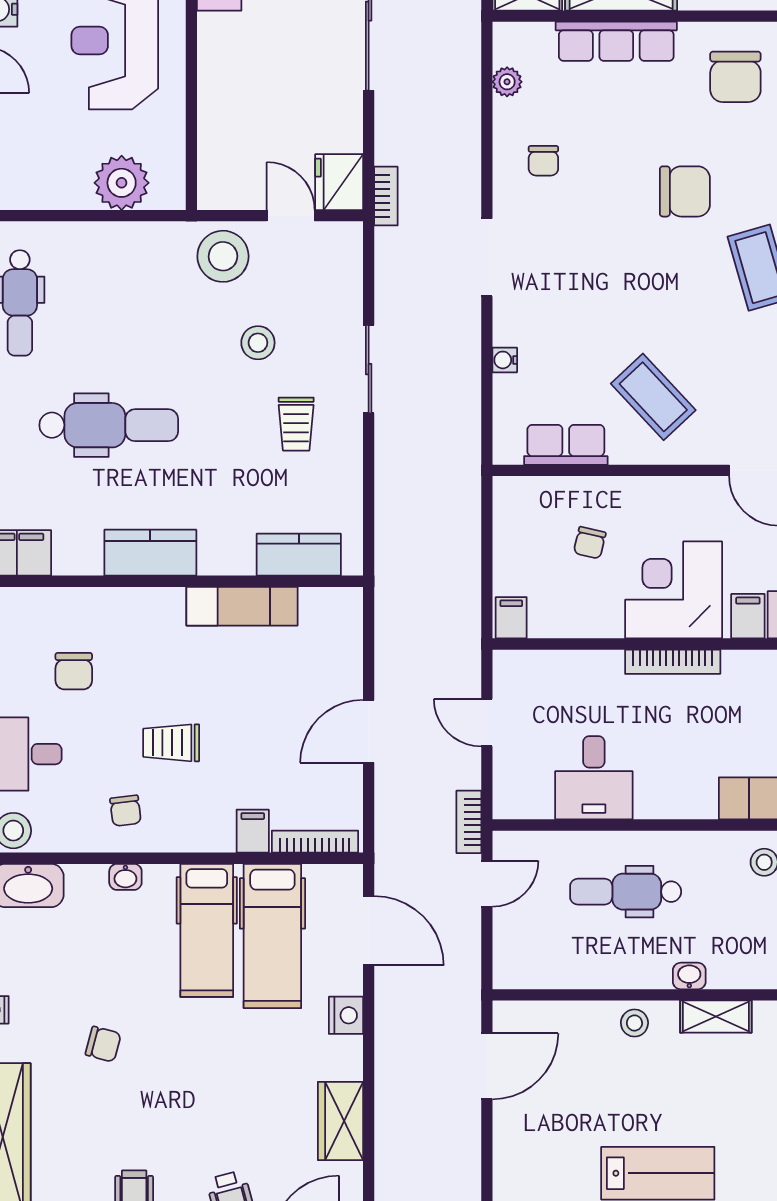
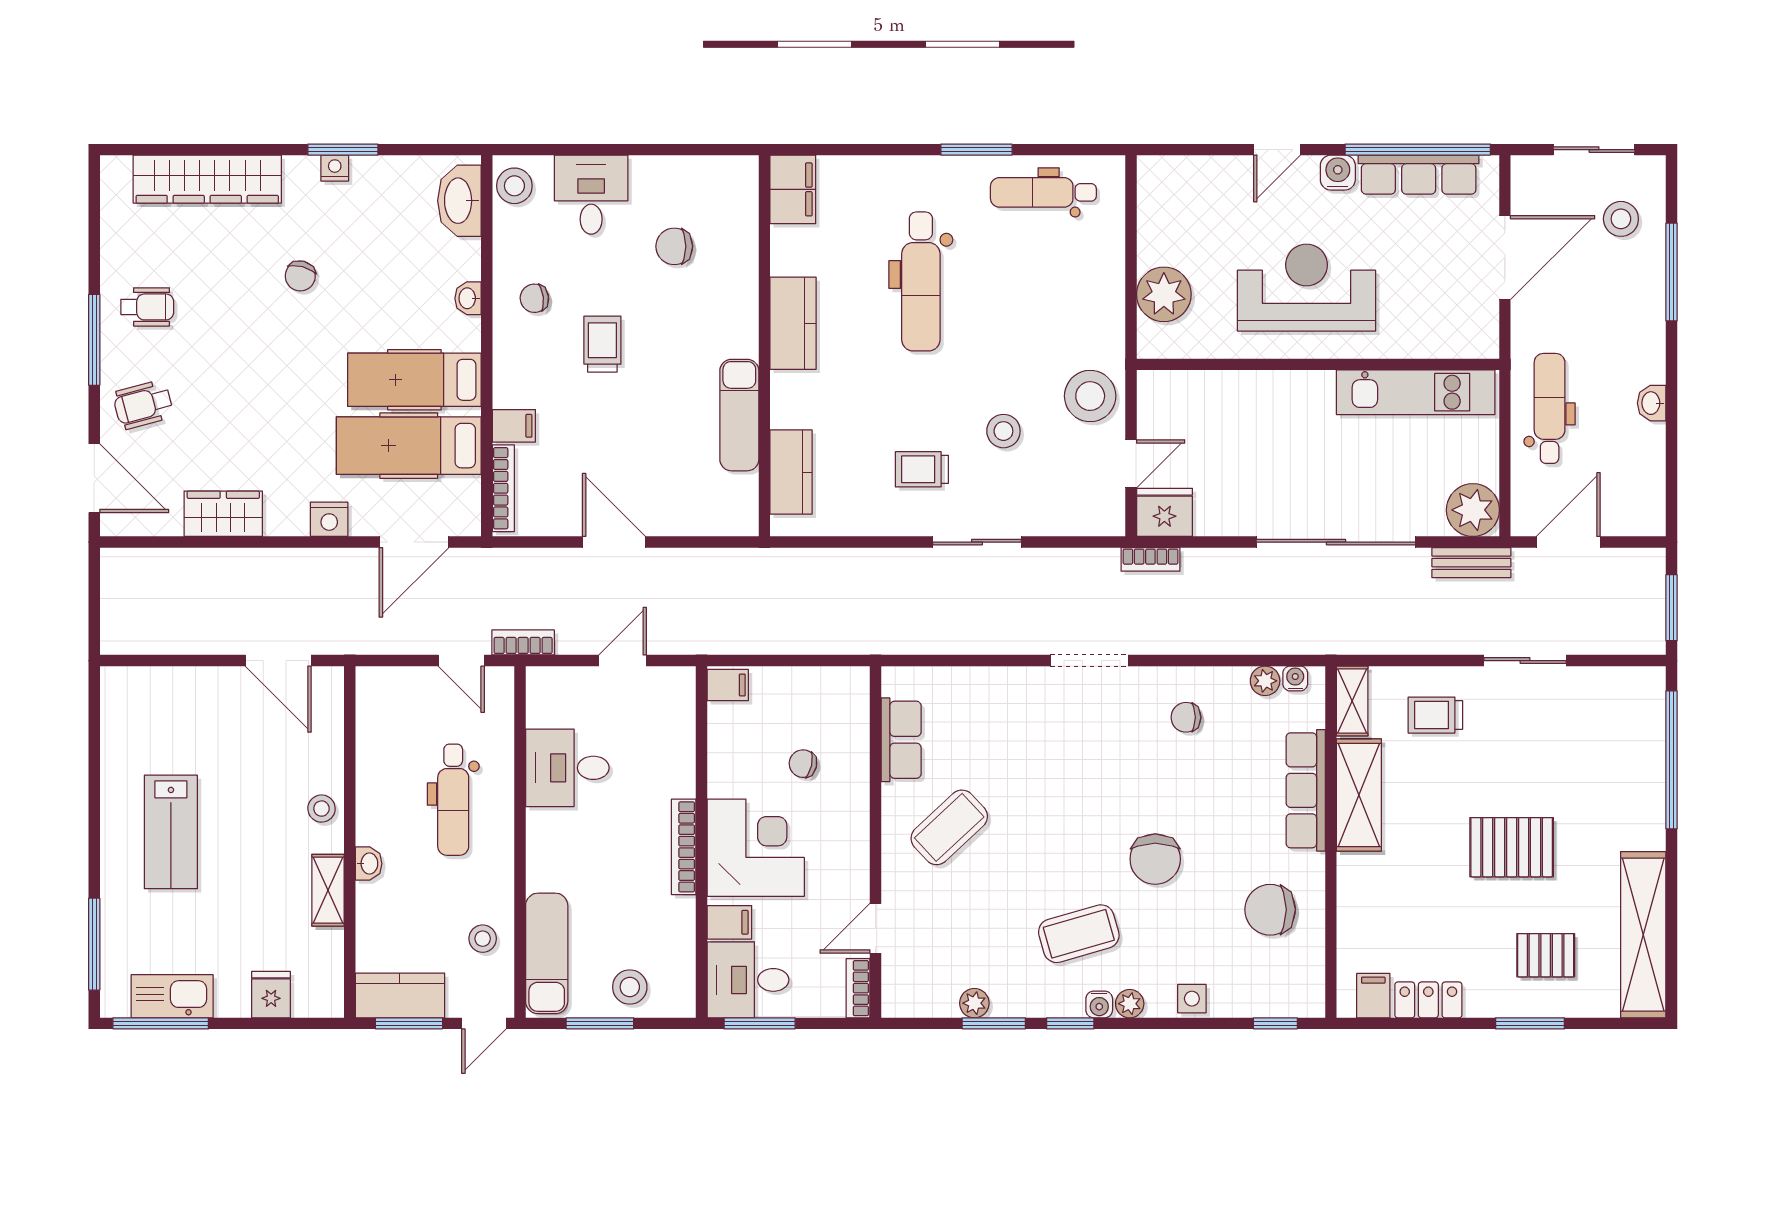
water cooler: (505, 360) -> (1295, 678), moved
dental chair: (626, 892) -> (453, 800), turned 180

